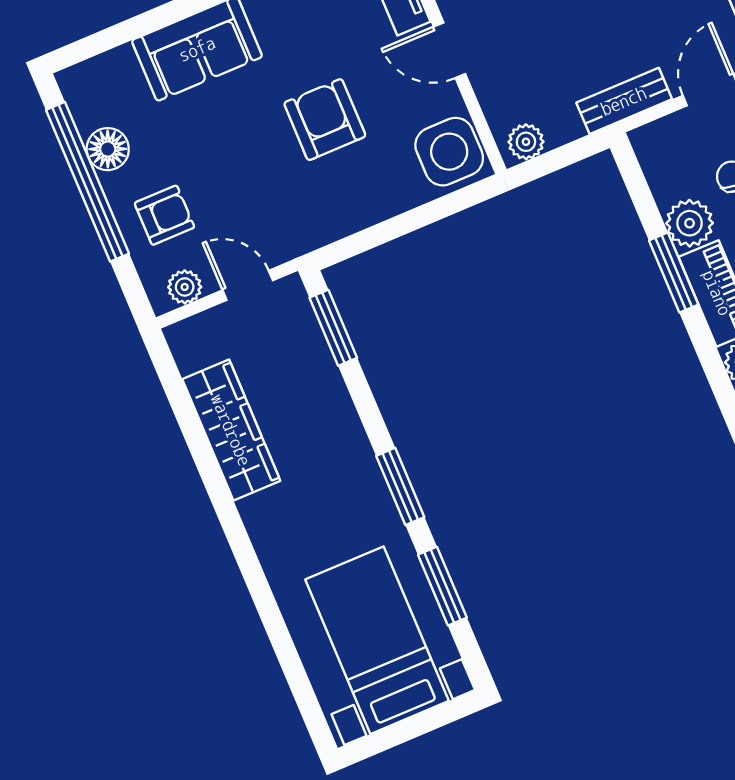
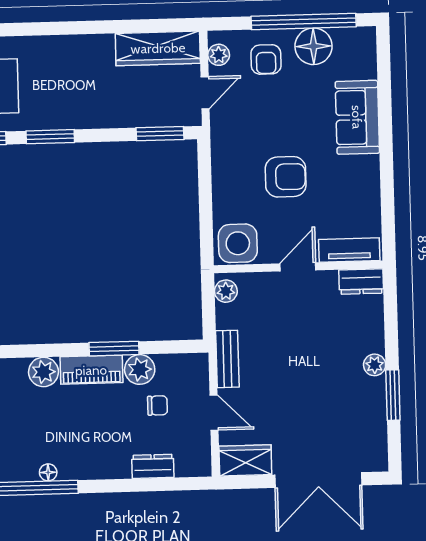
floor lamp: (108, 149) -> (314, 46), width x1.38, depth x1.38
wardrobe: (231, 430) -> (158, 48), moved

